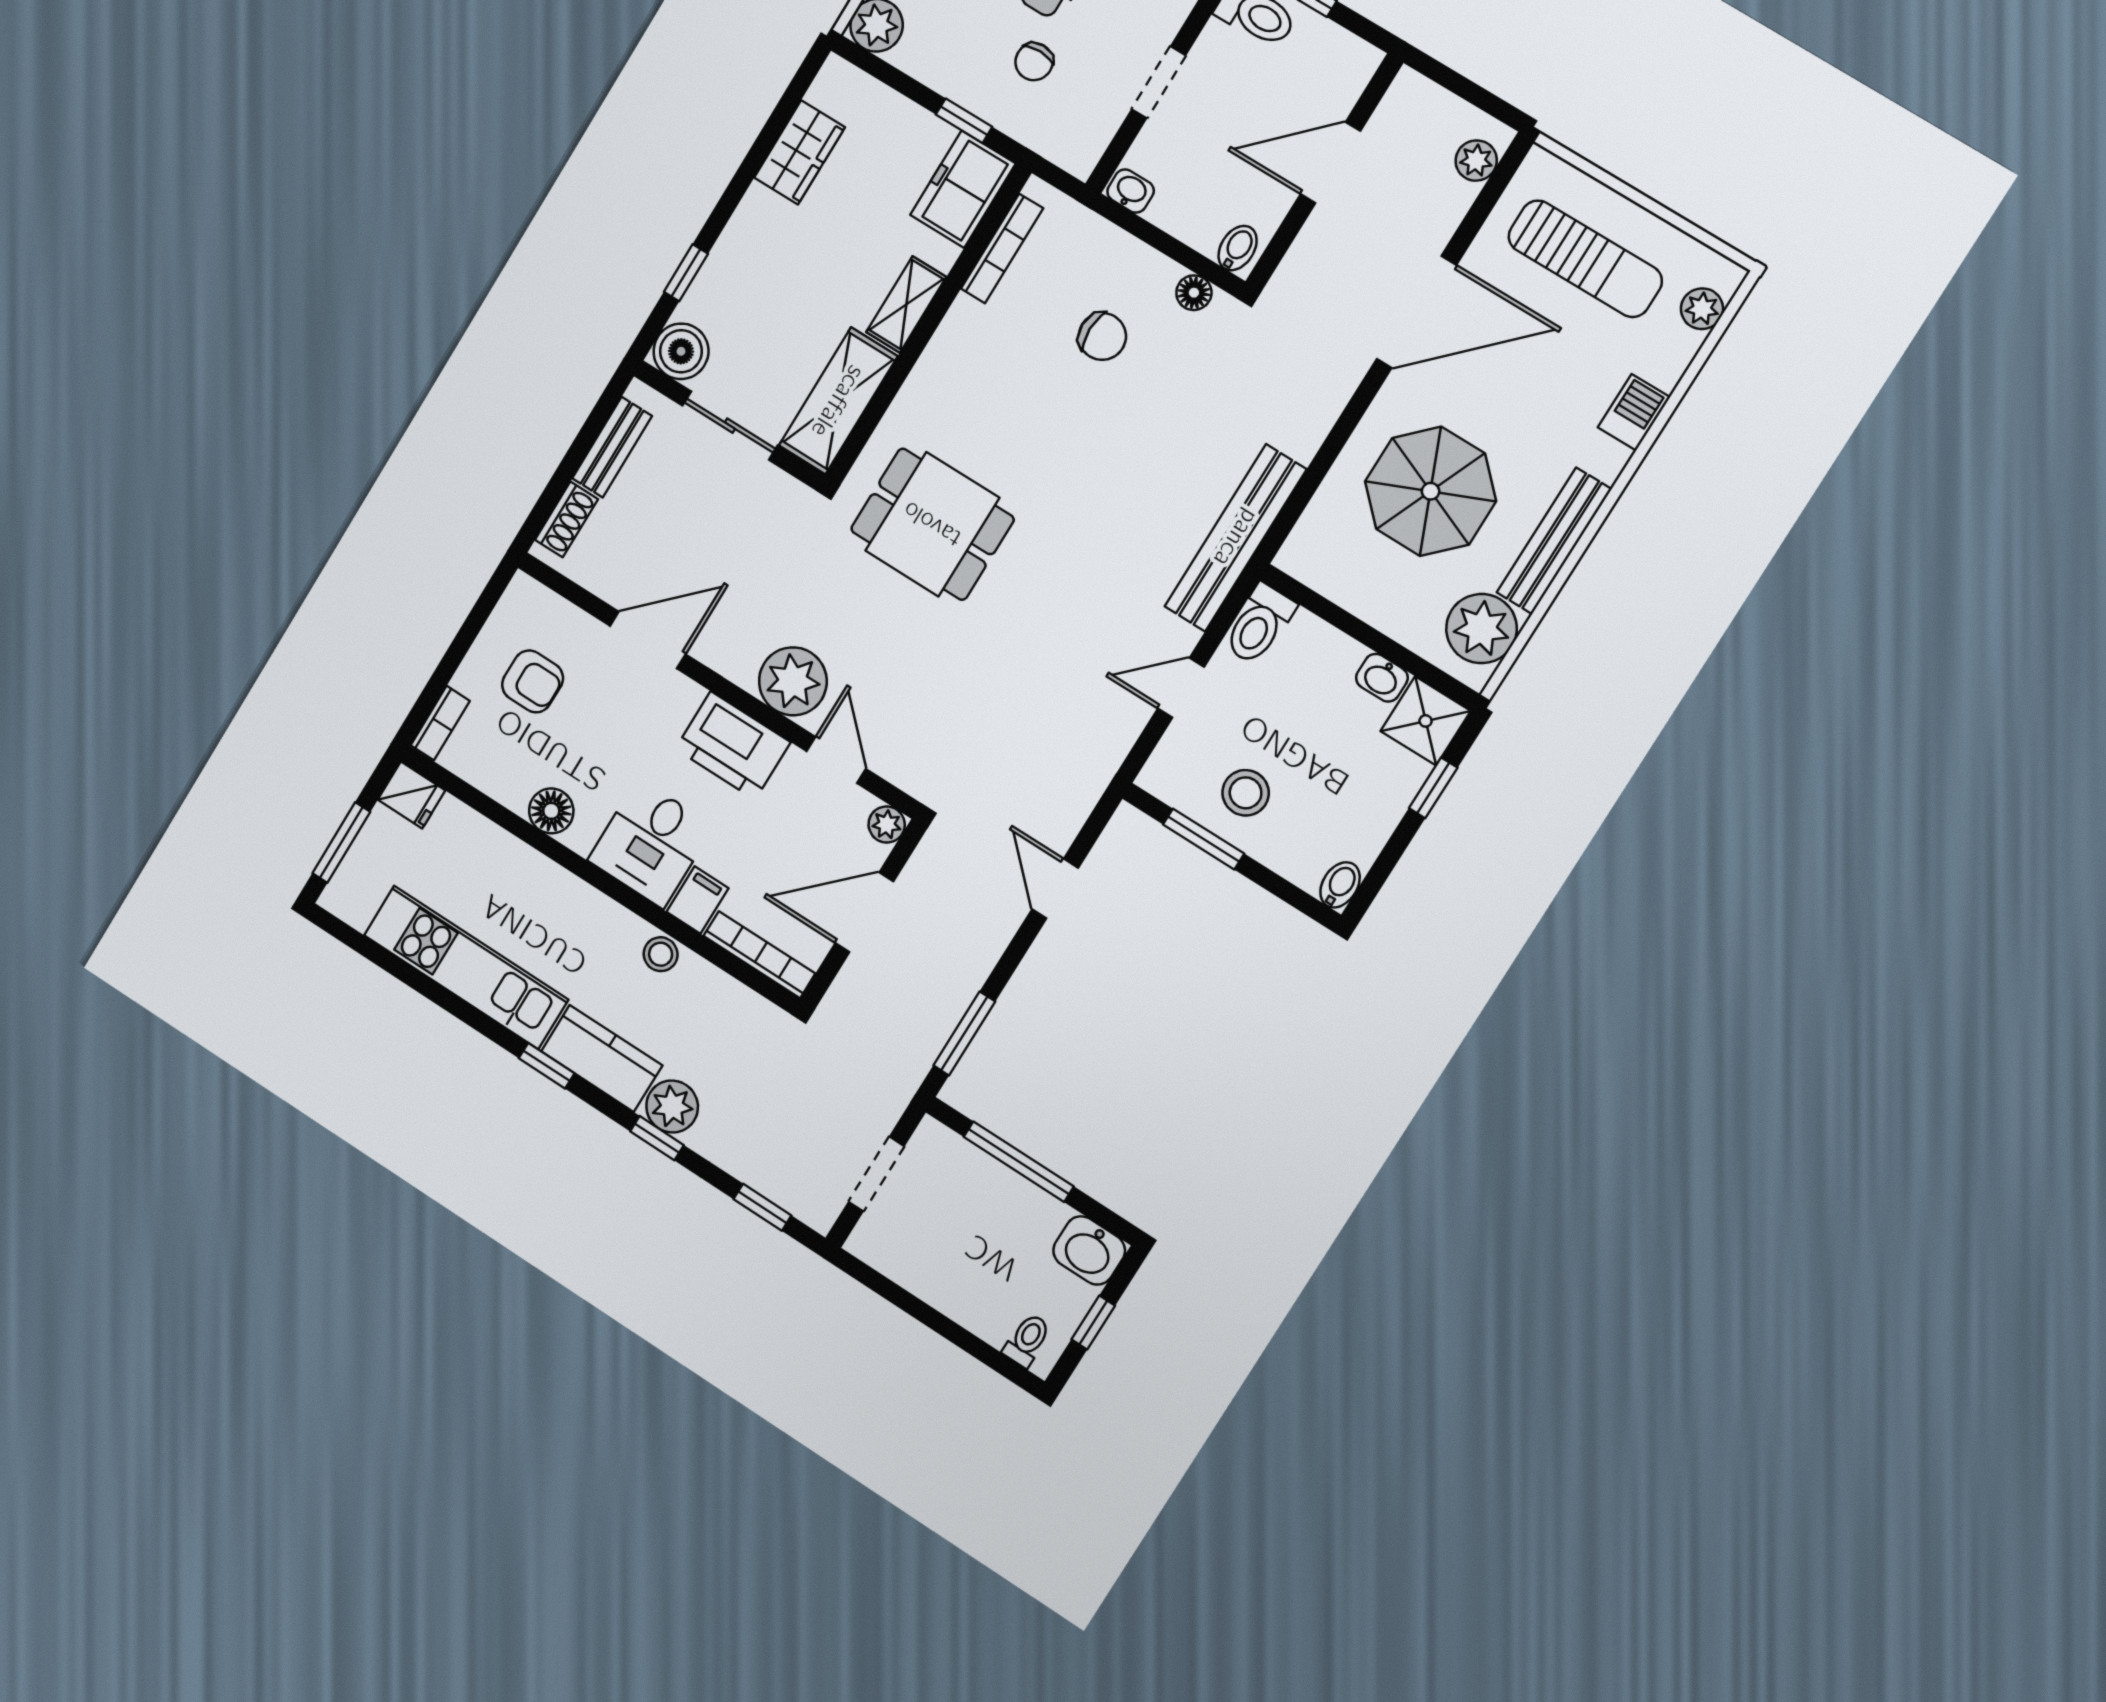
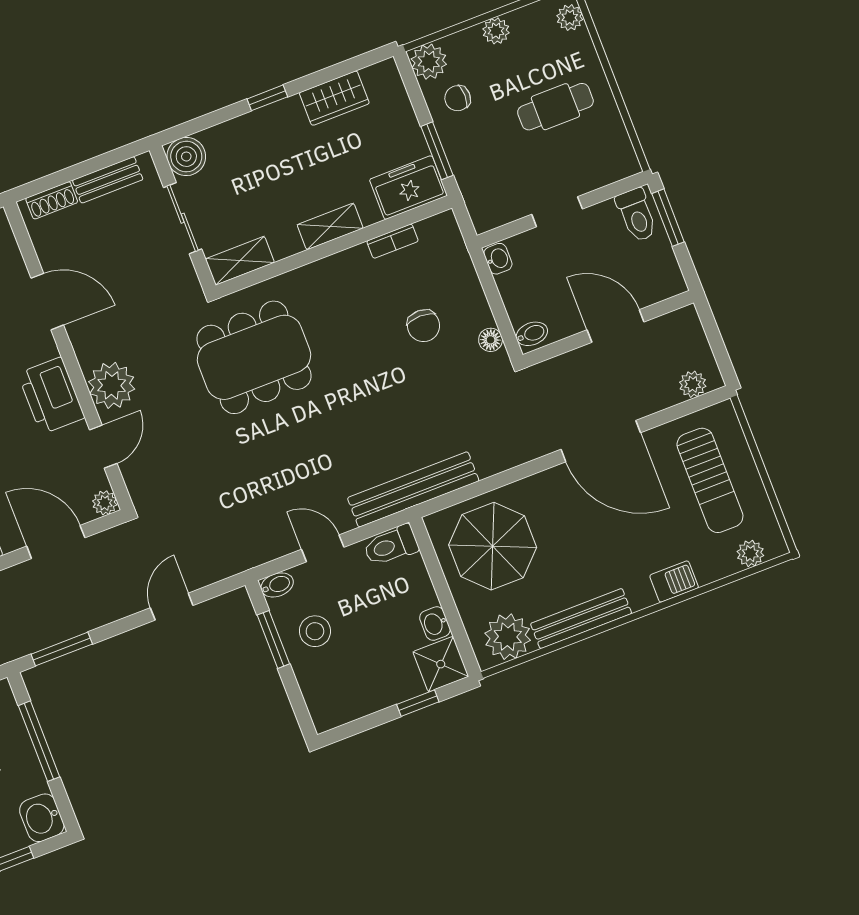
chair: (1034, 62) -> (458, 98), moved
window: (964, 121) -> (437, 151), width x1.50
bookcase: (1002, 249) -> (393, 241), width x0.64
window: (686, 273) -> (267, 98), moved
shelving: (838, 401) -> (240, 261), width x0.67, depth x0.75
parasol: (1431, 491) -> (493, 546), moved
dining table: (932, 524) -> (254, 357), width x1.38
bidet: (1340, 885) -> (277, 585), moved

